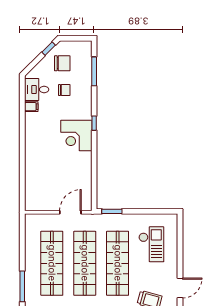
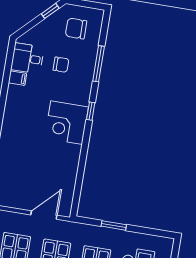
chair: (62, 63) -> (76, 28), moved, turned 180
window: (94, 71) -> (99, 64), moved
window: (112, 211) -> (114, 225), moved

